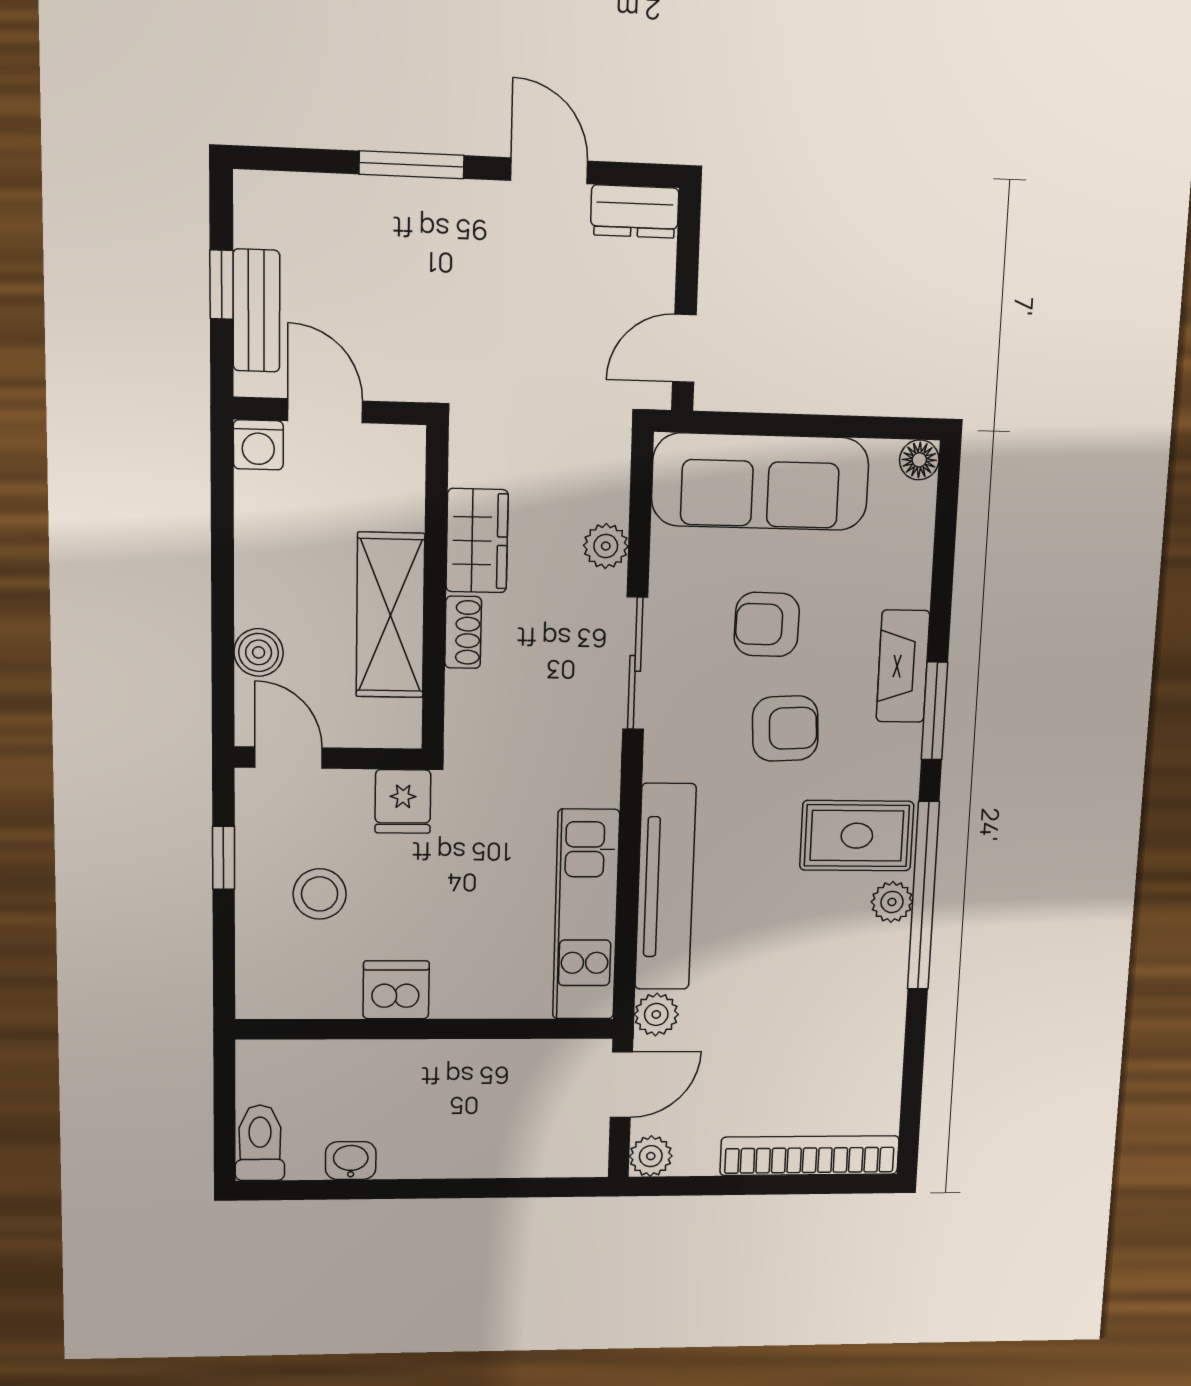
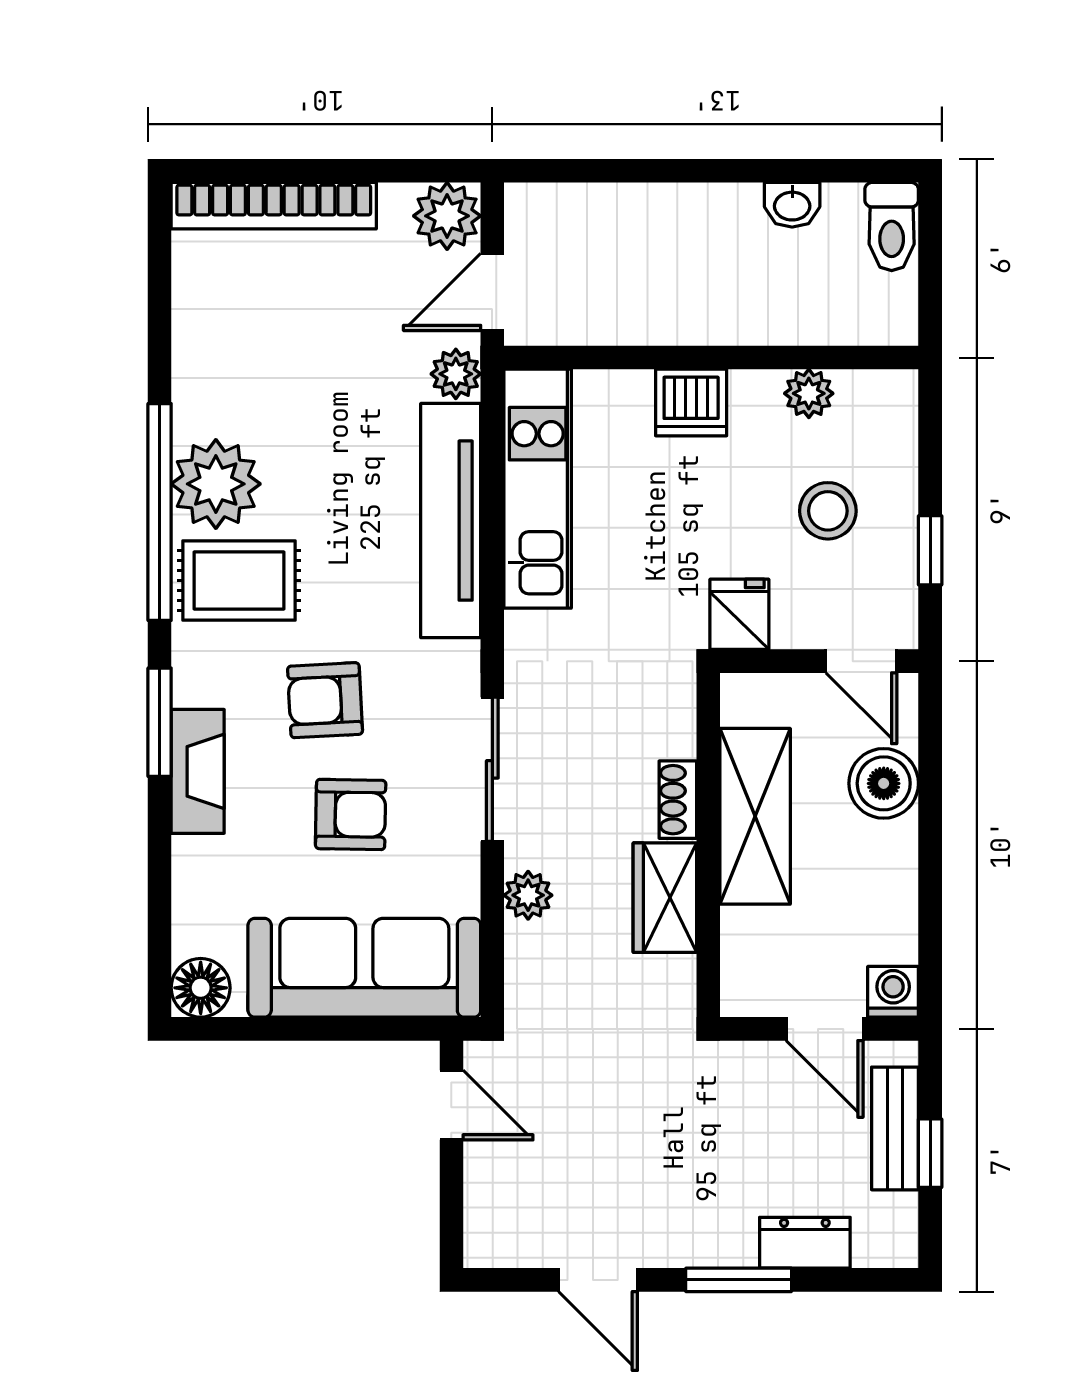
dresser: (635, 211) -> (805, 1243), moved
door: (684, 348) -> (451, 1105), hinge flipped
floor lamp: (919, 460) -> (201, 988), width x1.37, depth x1.37
boiler: (259, 652) -> (884, 783), width x1.36, depth x1.36
plant: (892, 902) -> (216, 484), width x1.87, depth x1.87
dishwasher: (396, 990) -> (691, 402), moved
plant: (337, 998) -> (809, 393), added
plant: (651, 1156) -> (447, 216), width x1.38, depth x1.38

